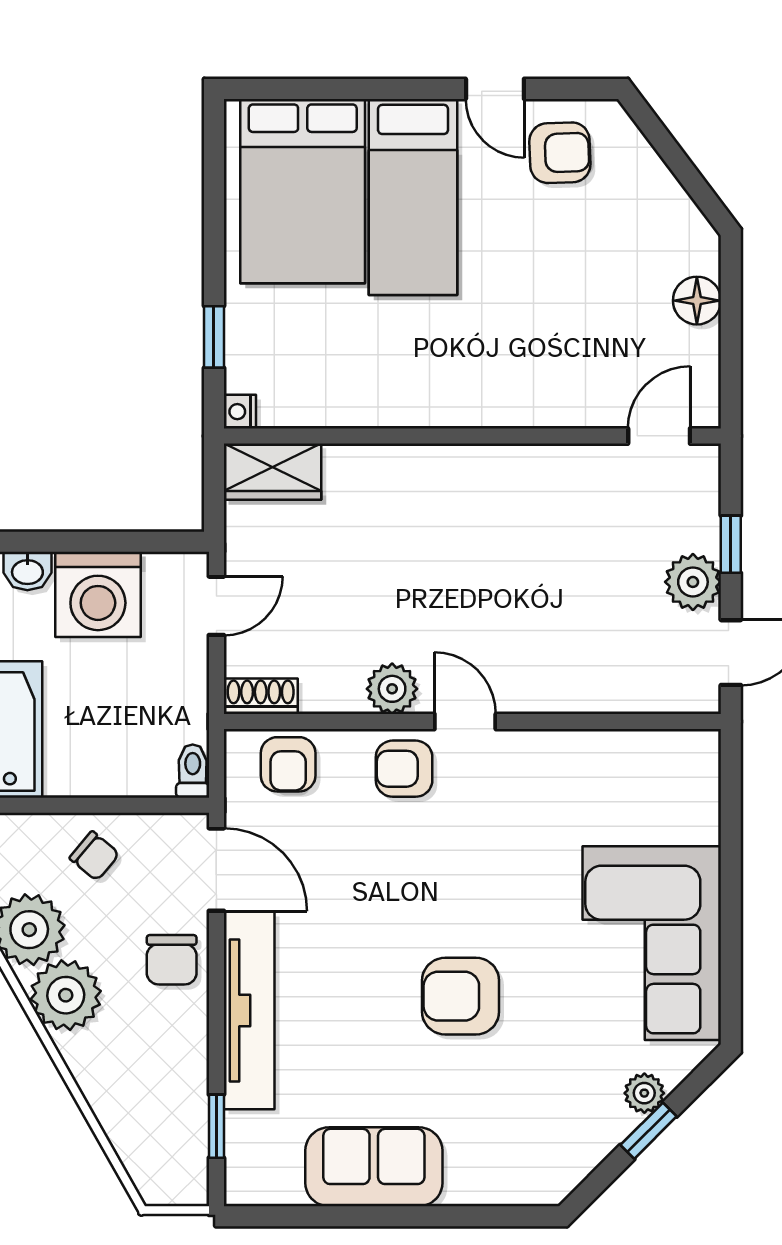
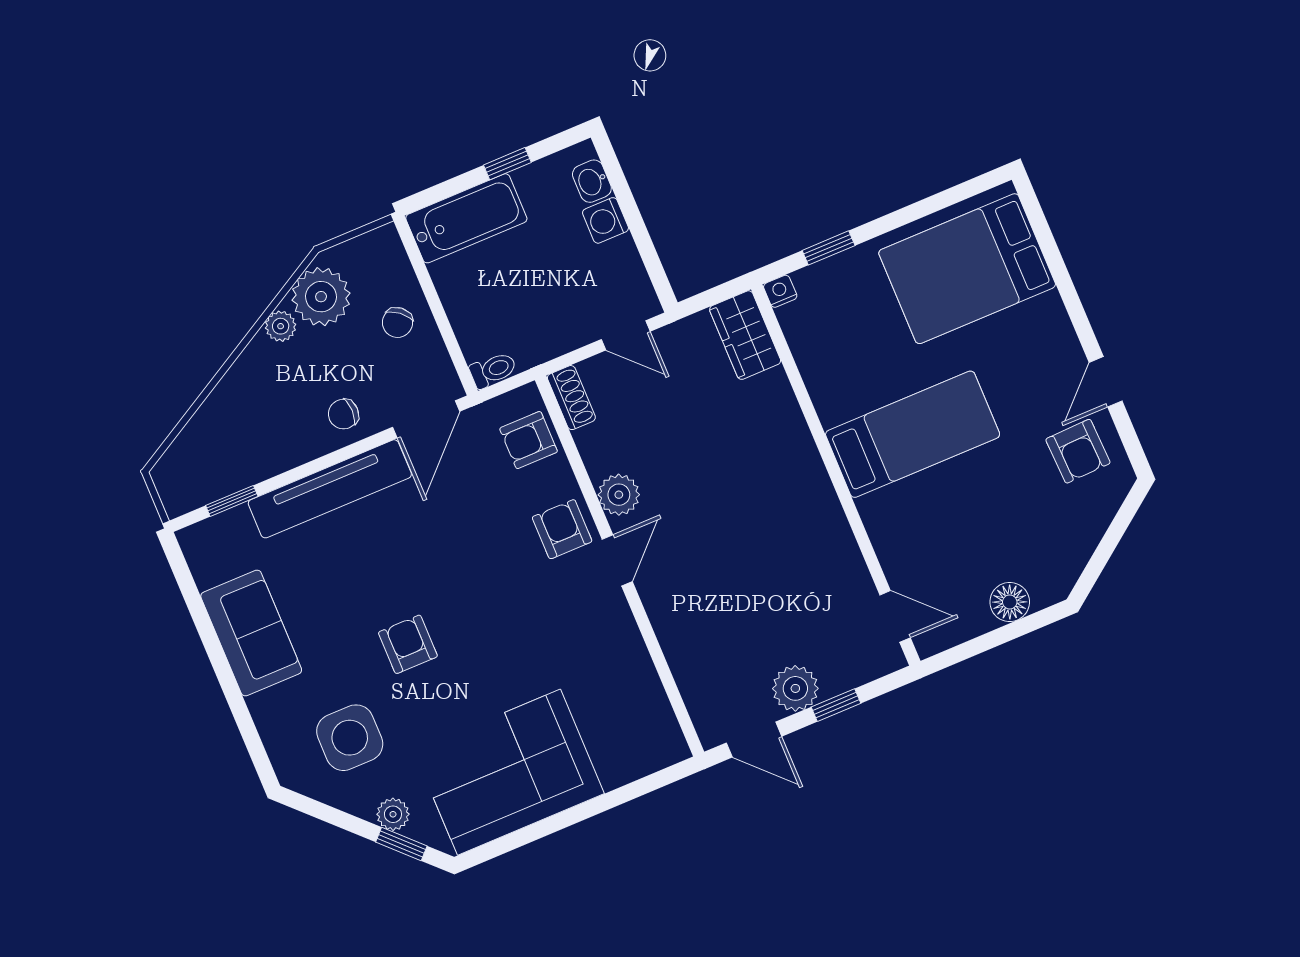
bed: (413, 197) -> (913, 434), moved, turned 180
washing machine: (98, 594) -> (605, 220), width x0.53, depth x0.53
chair: (172, 960) -> (343, 414), width x0.73, depth x0.73
plant: (66, 995) -> (281, 326), width x0.53, depth x0.53
armchair: (461, 996) -> (408, 644), width x0.72, depth x0.72
side table: (538, 1106) -> (350, 738), added
window: (649, 1131) -> (401, 844), moved

